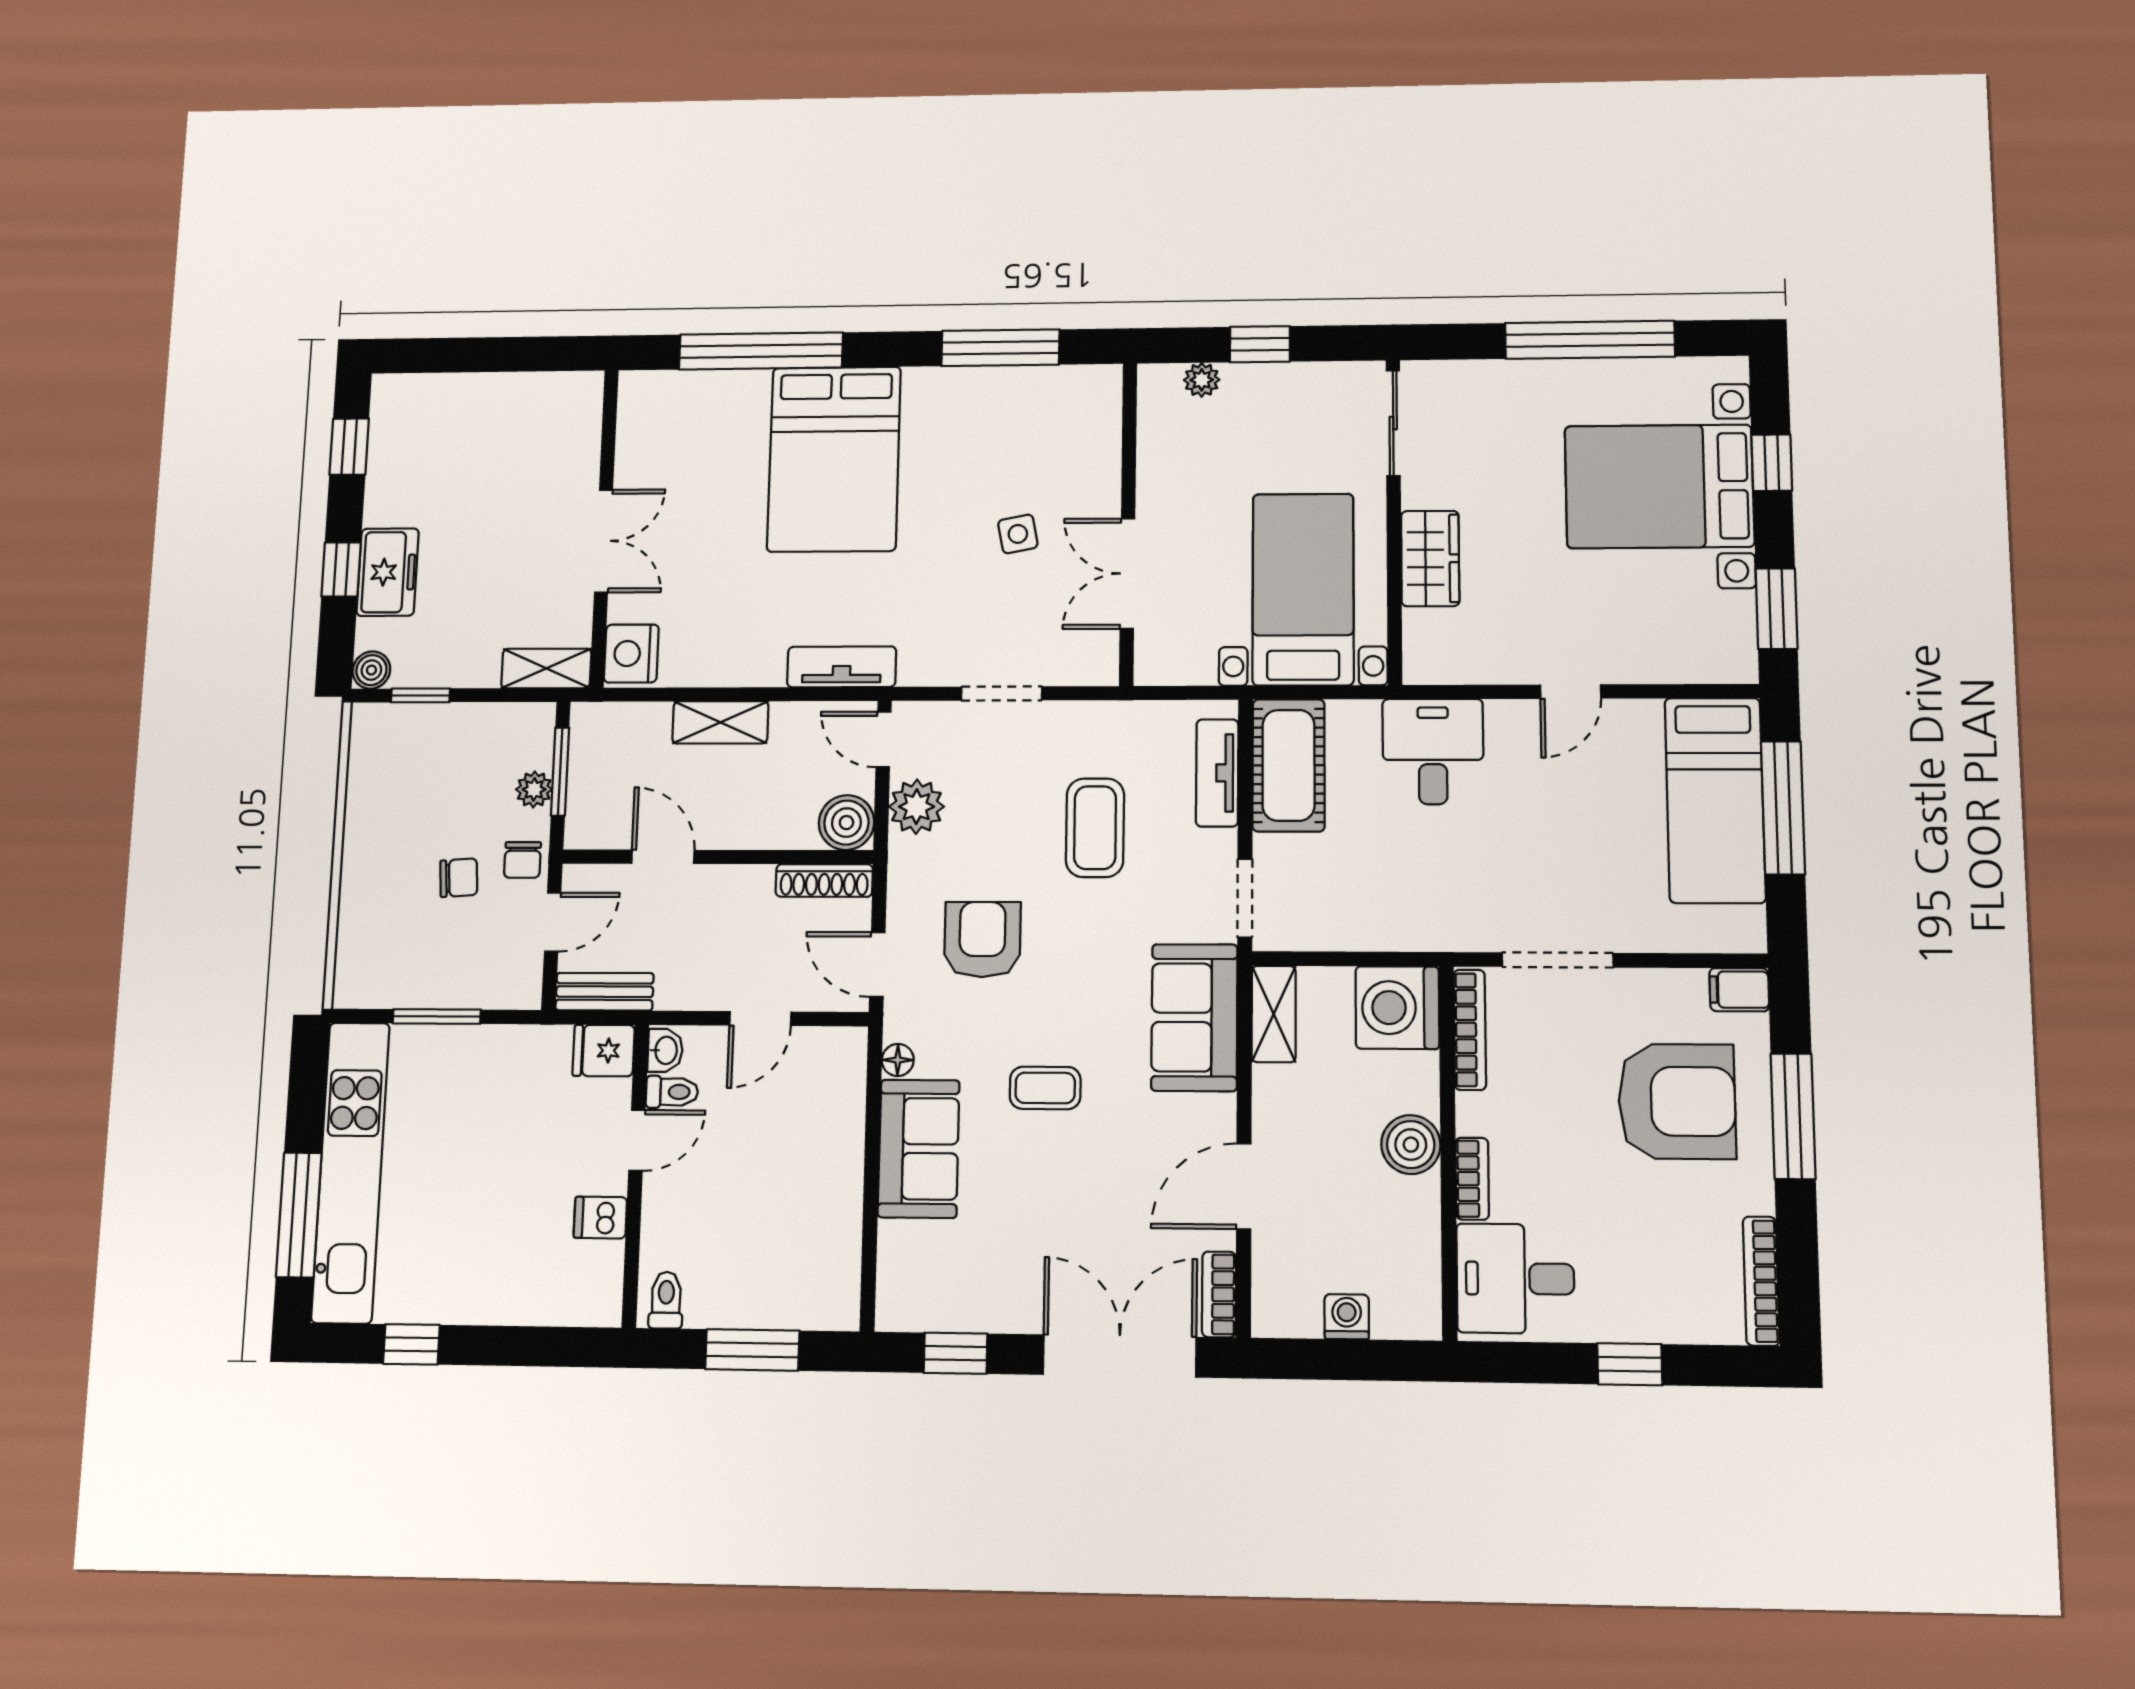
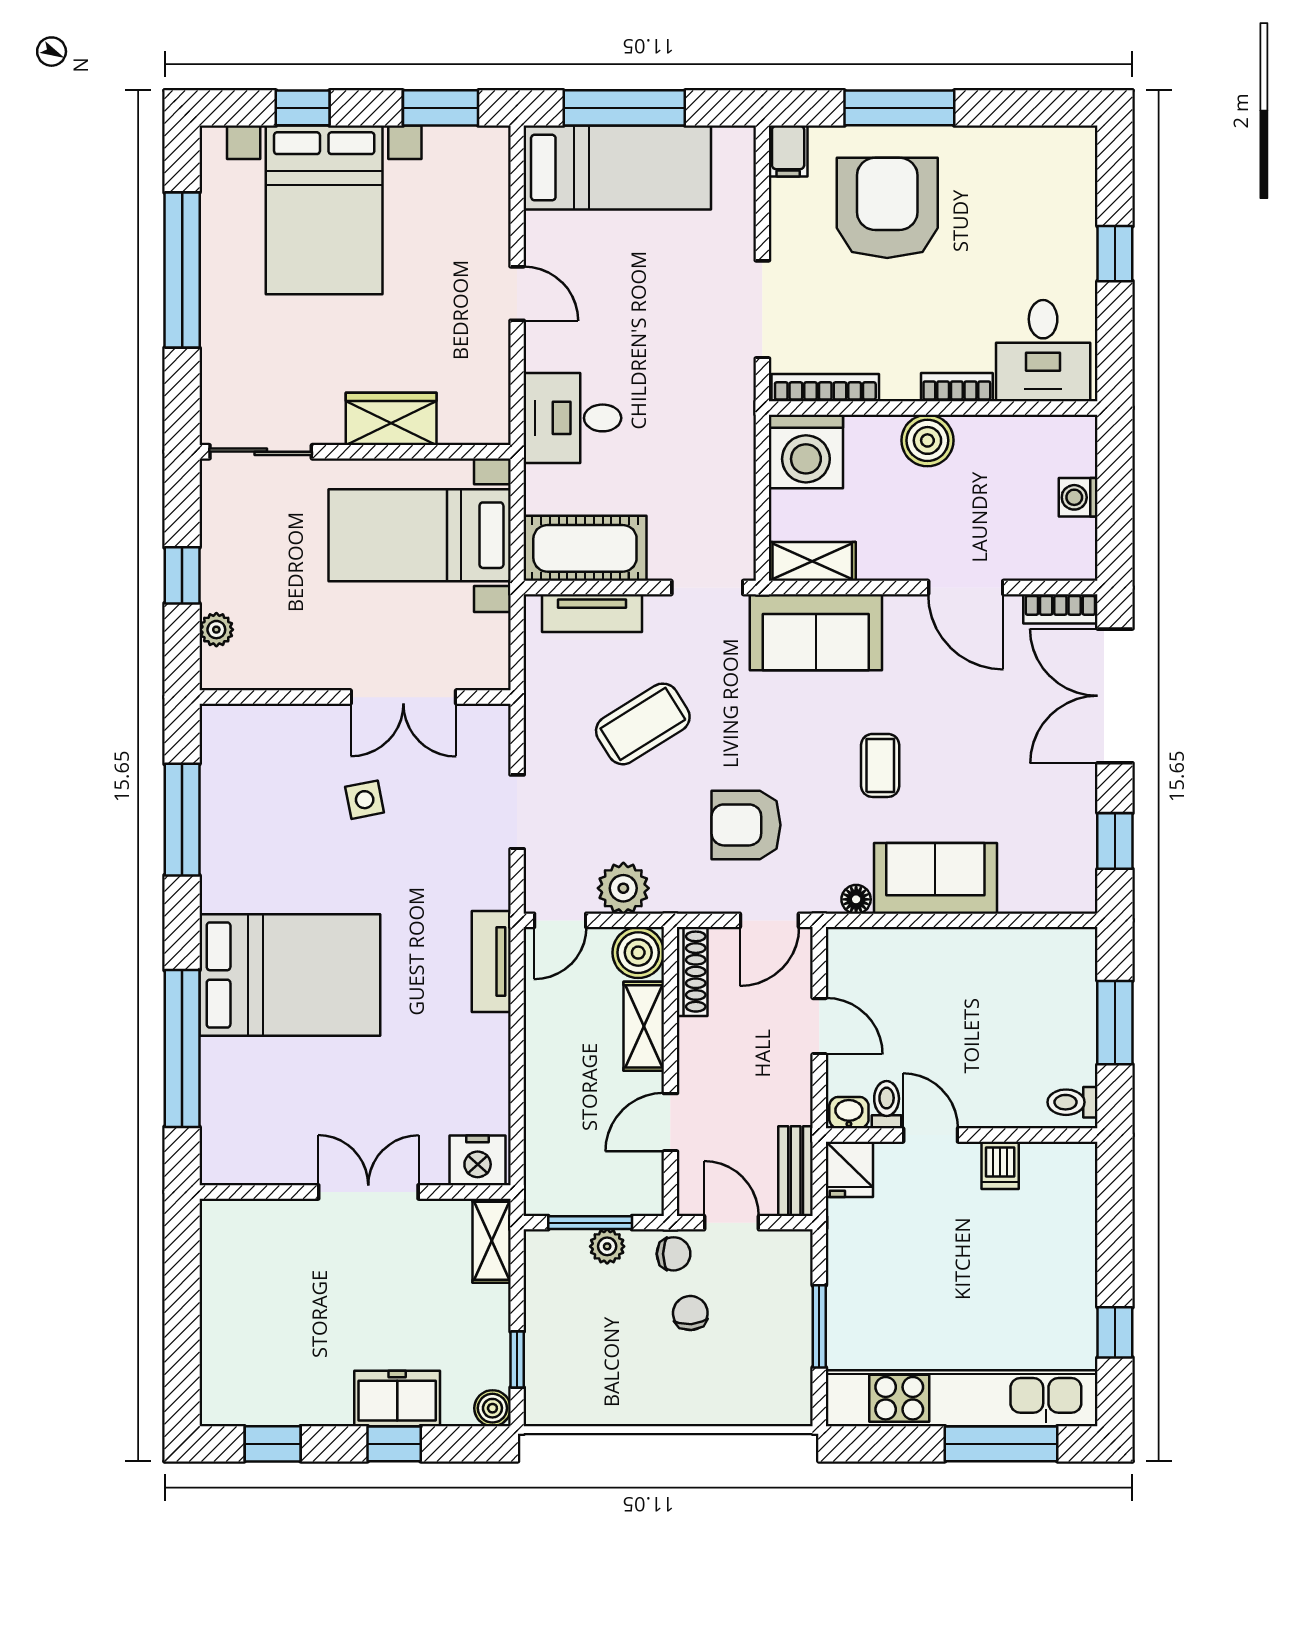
shelving: (720, 722) -> (644, 1026), moved
coffee table: (1095, 828) -> (643, 724), turned -32
bookcase: (1761, 1281) -> (1042, 140), removed

